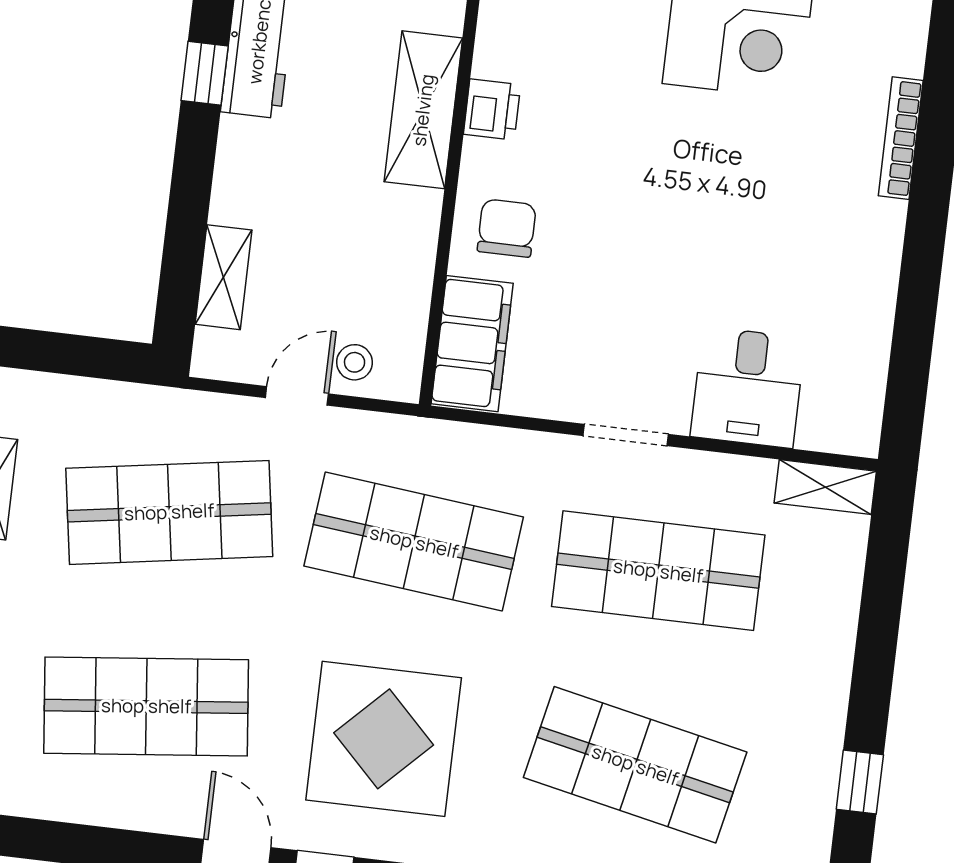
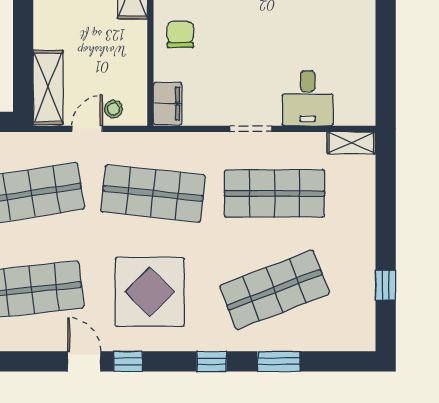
shelving: (223, 277) -> (48, 87), width x1.50, depth x1.33
filing cabinet: (472, 344) -> (168, 104), width x0.67, depth x0.86
shop shelf: (635, 765) -> (274, 290), turned -33

